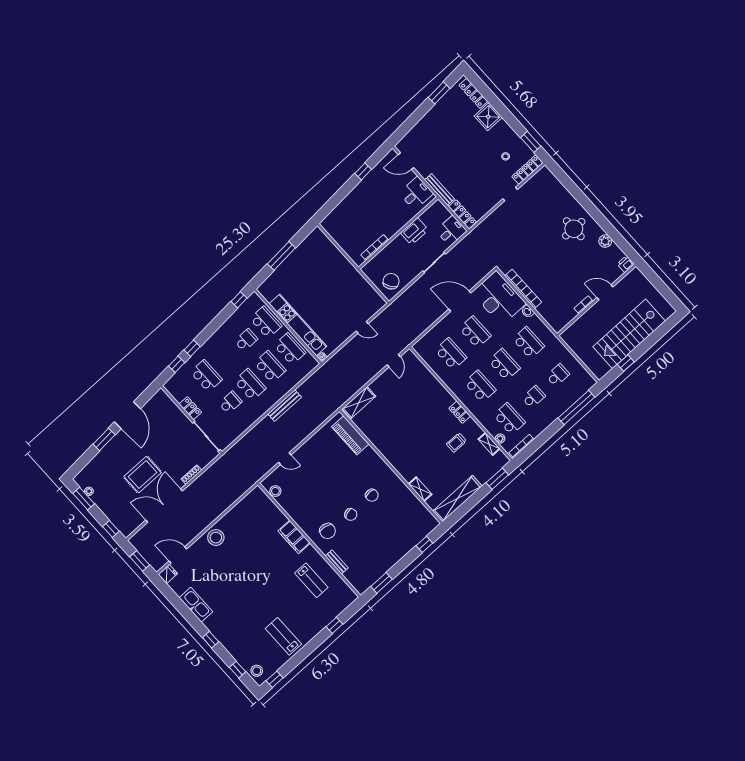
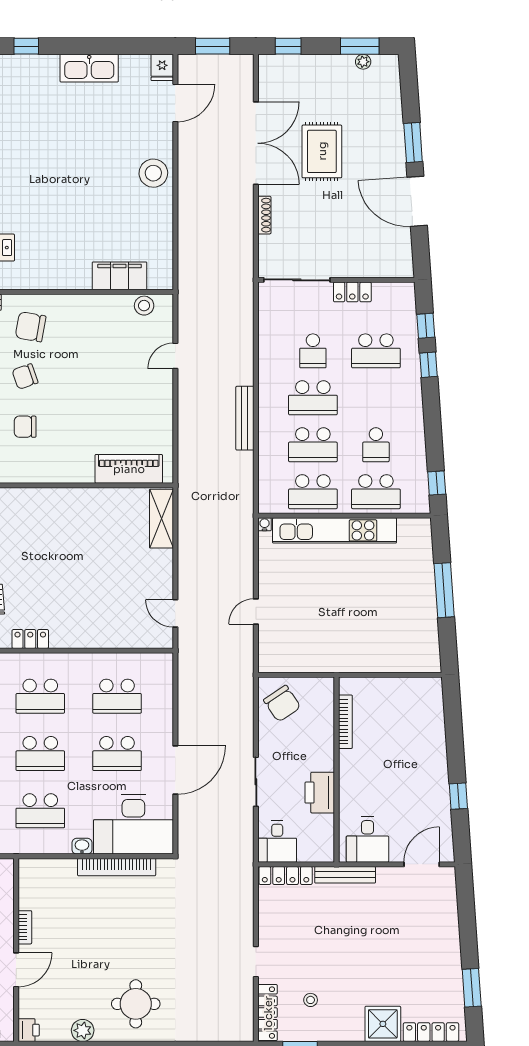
filing cabinet: (294, 537) -> (120, 276), moved

